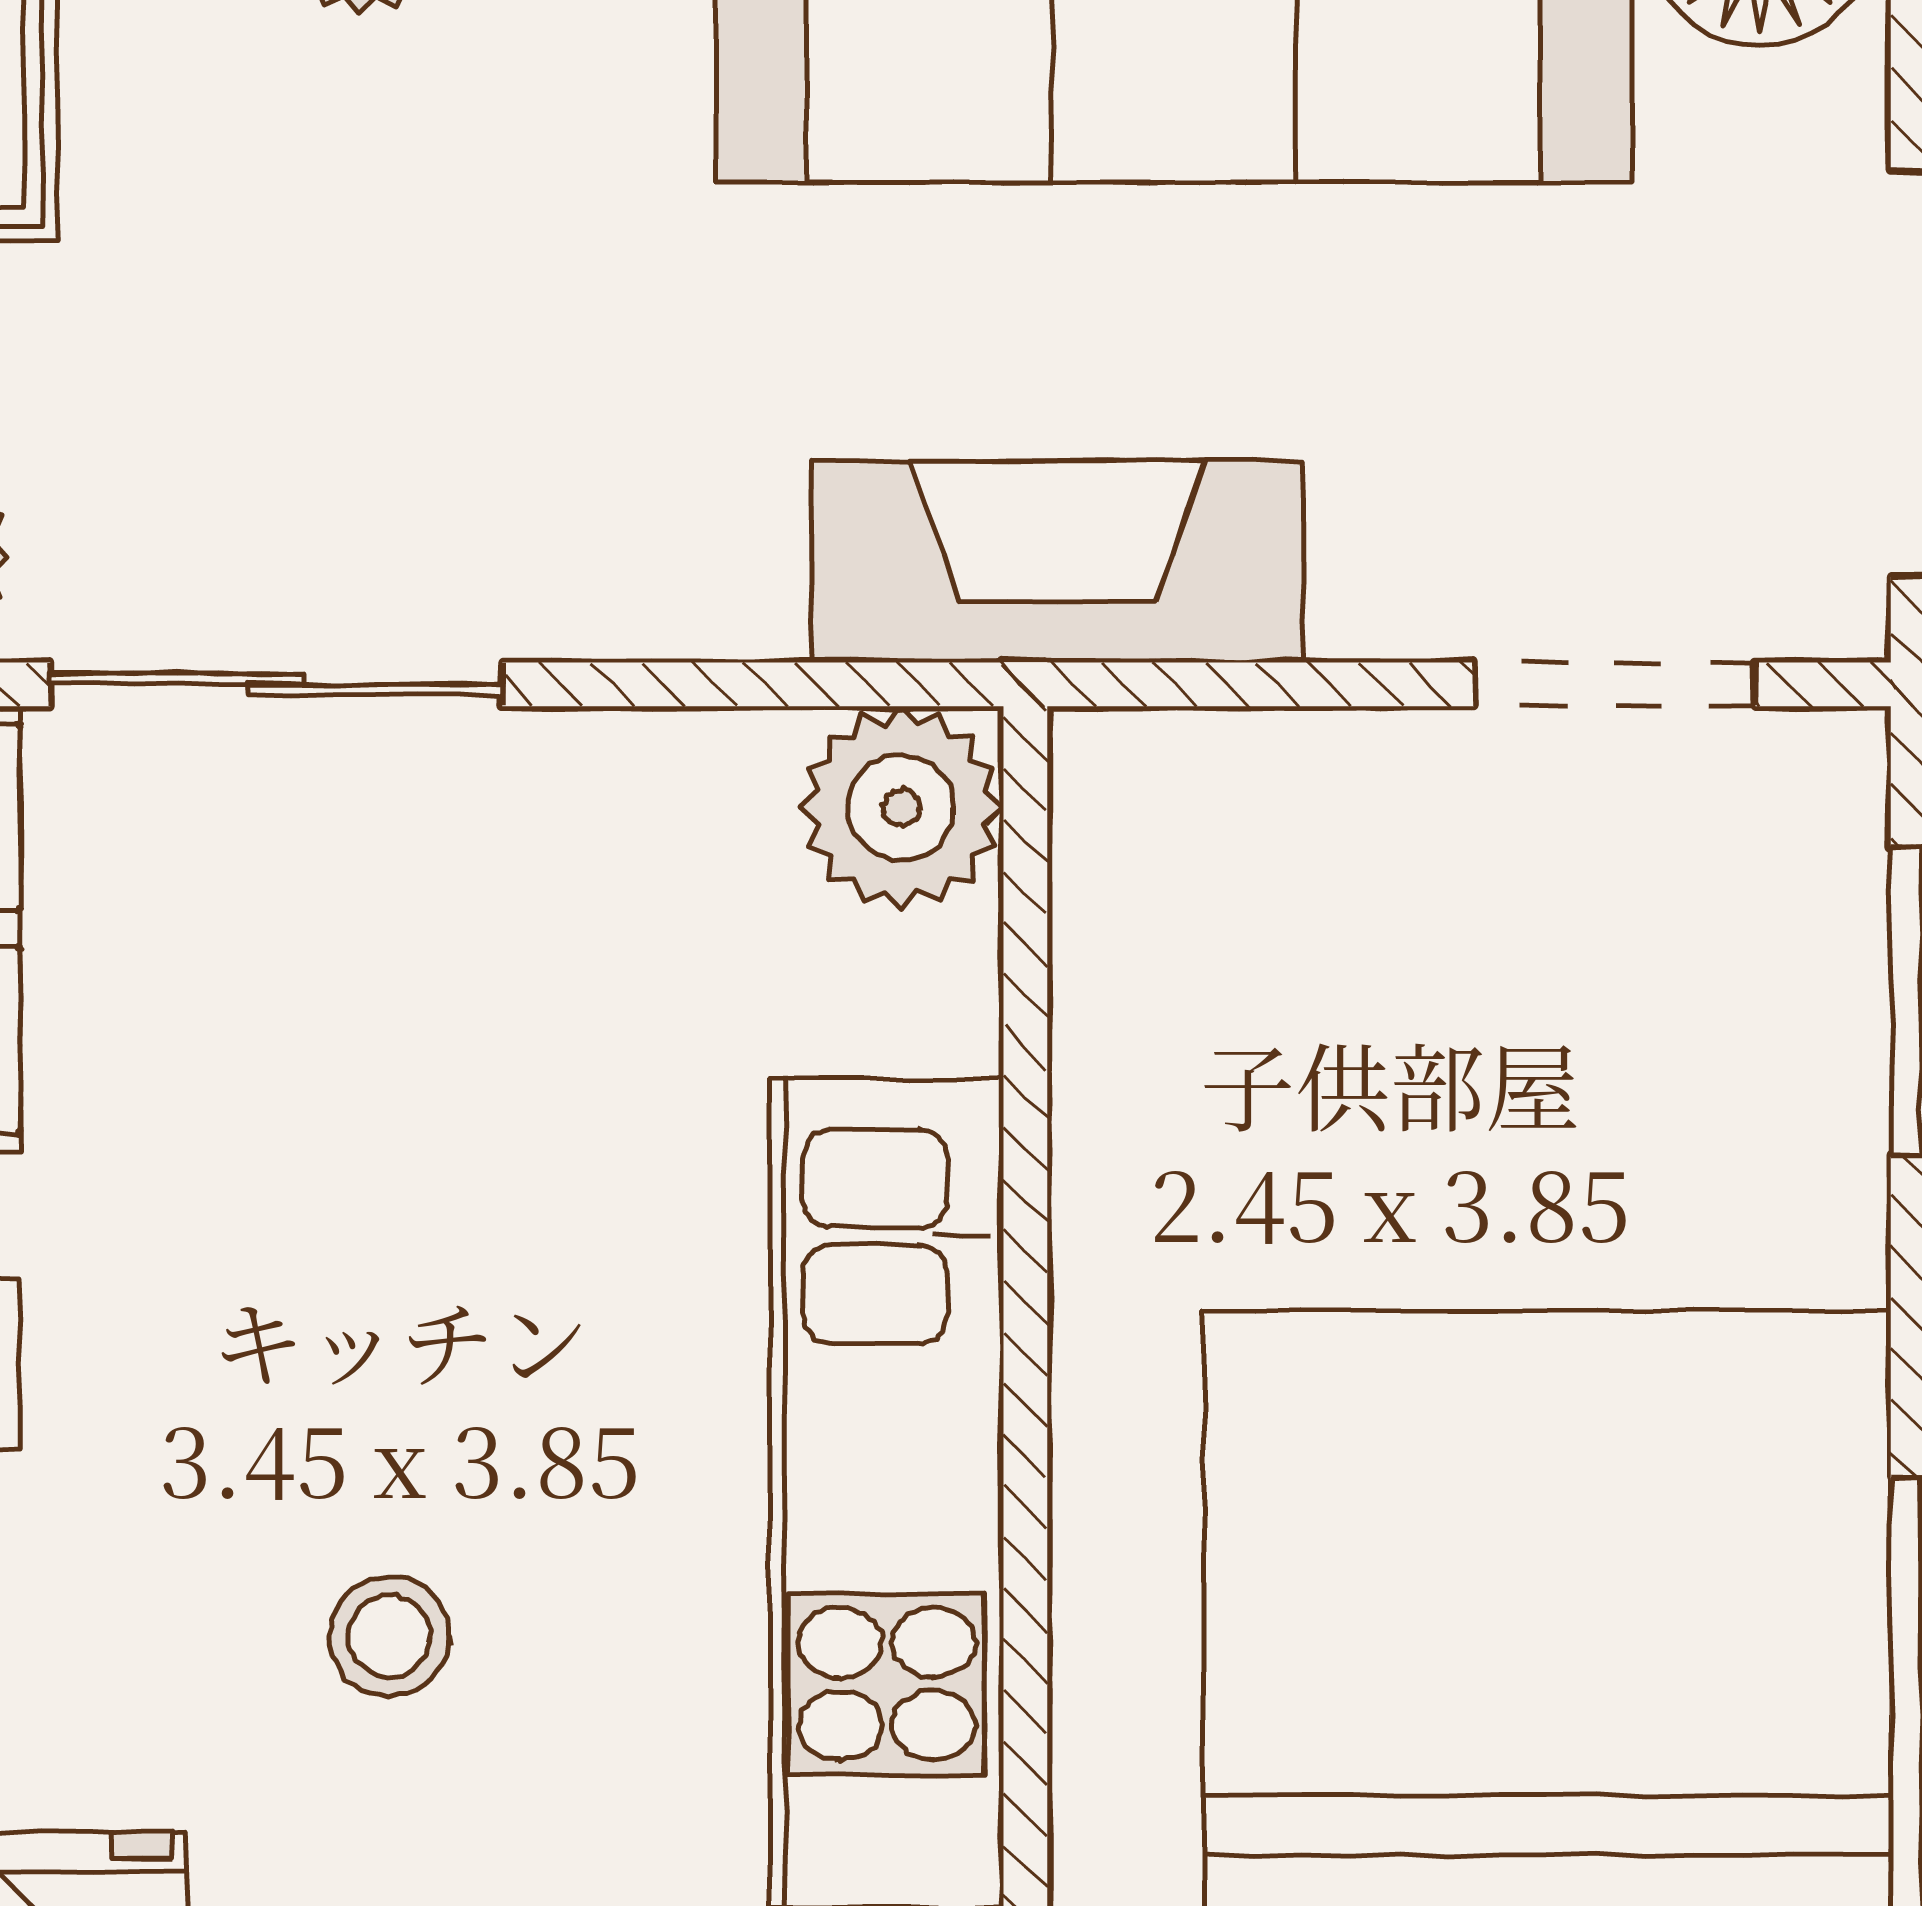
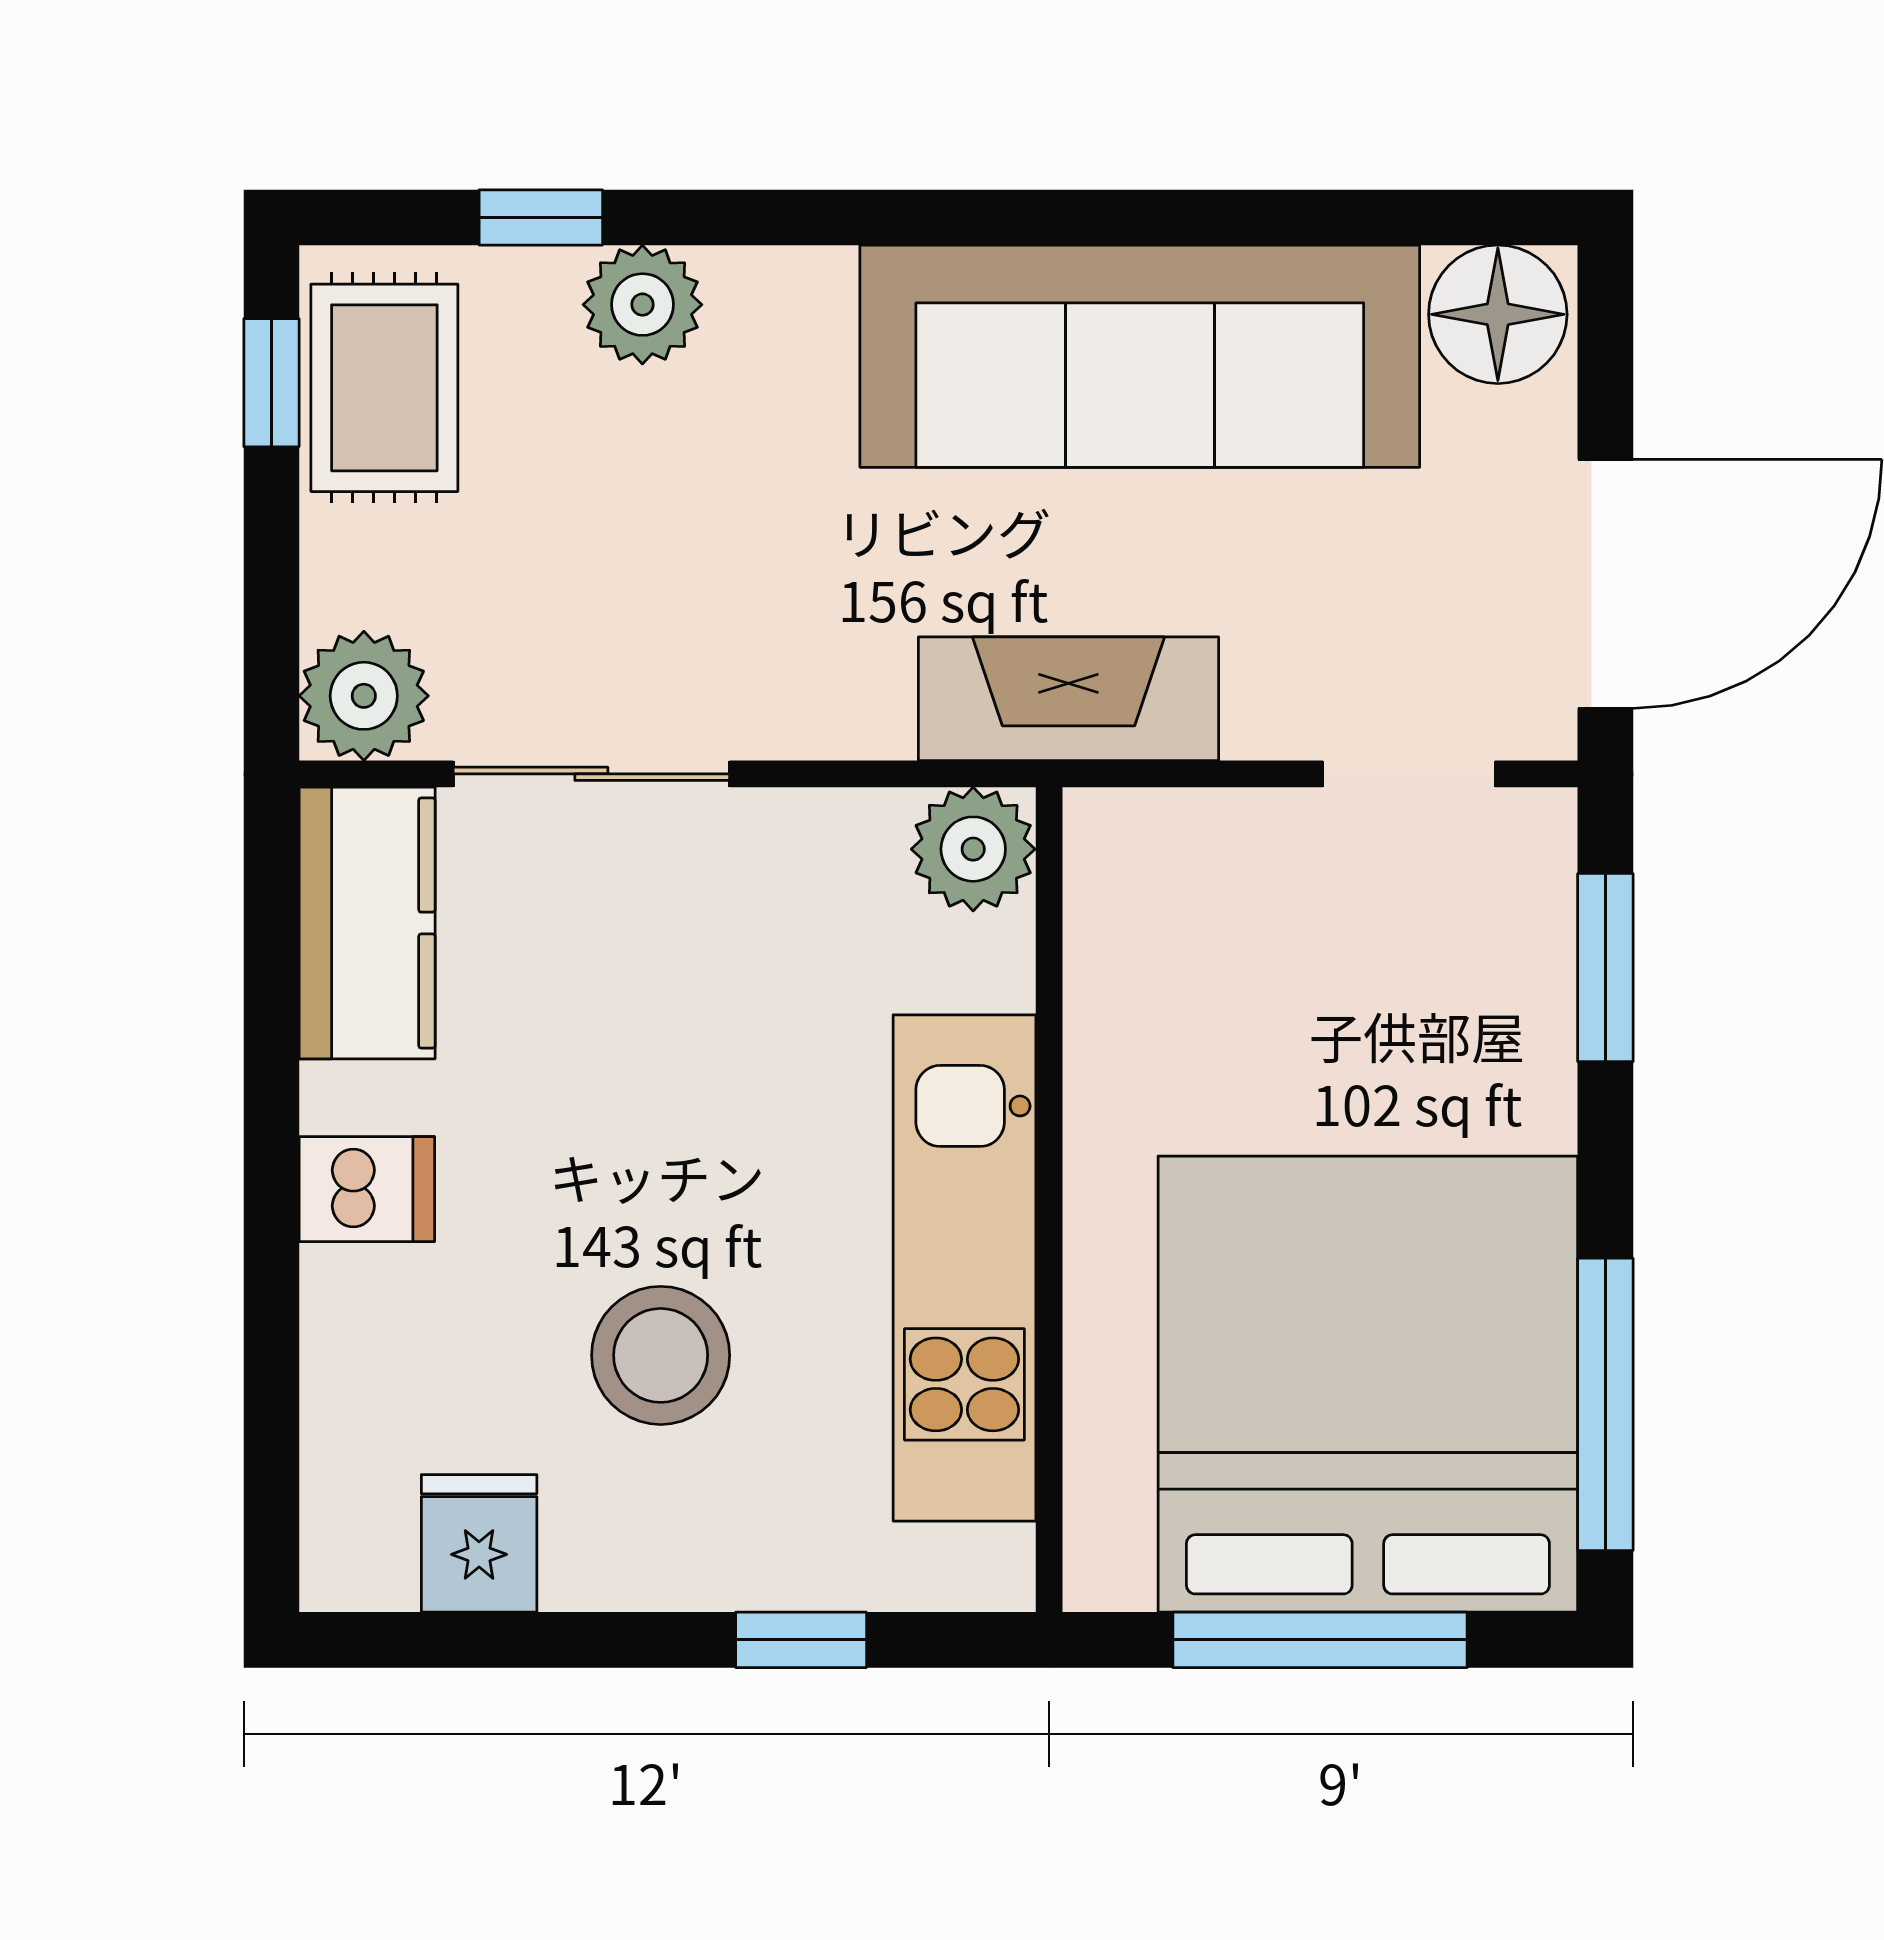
stool: (390, 1636) -> (661, 1355), width x1.89, depth x1.89

